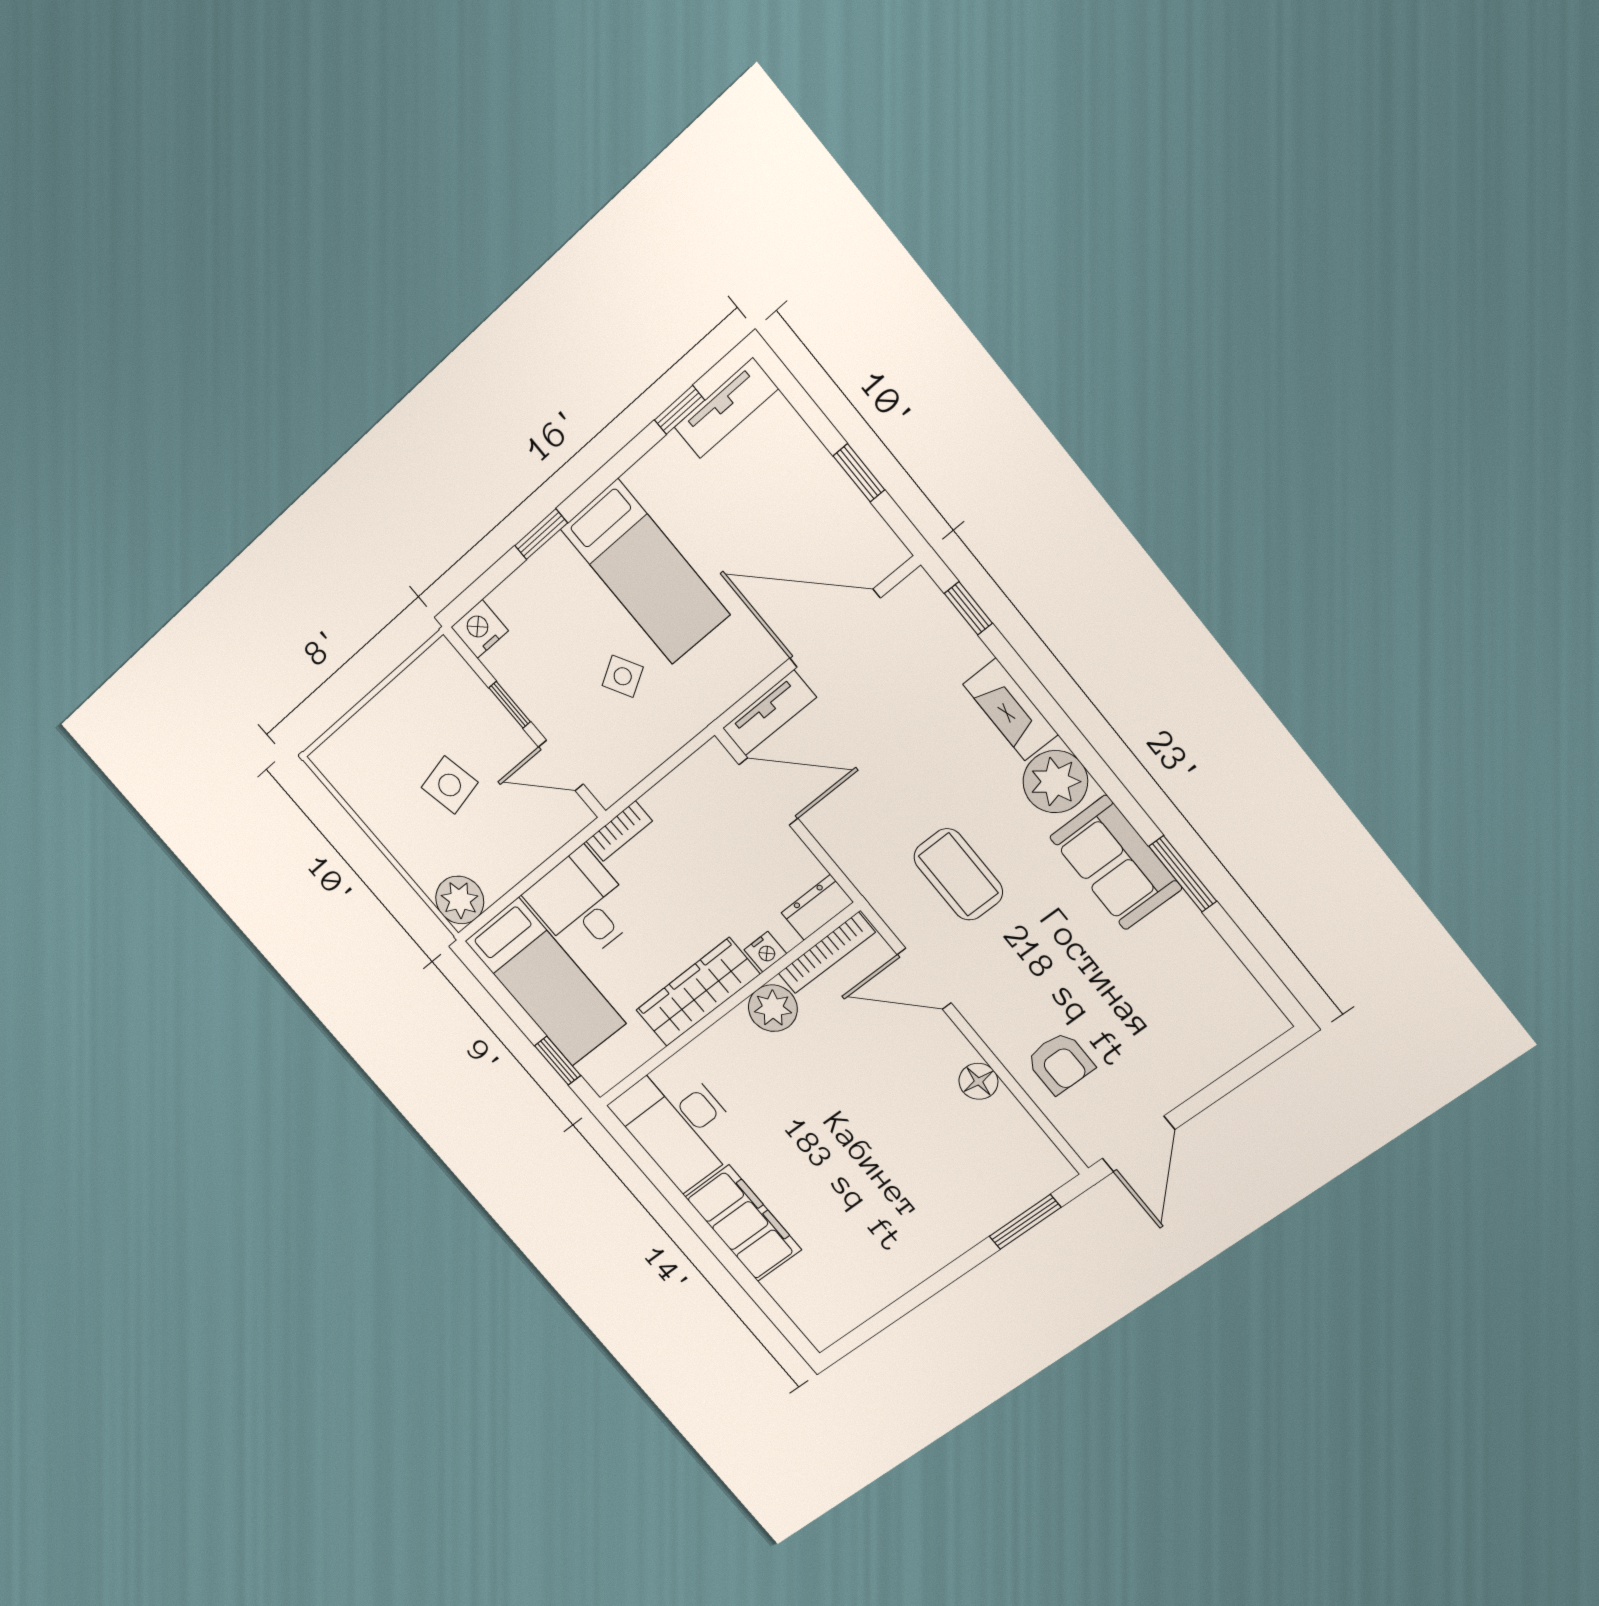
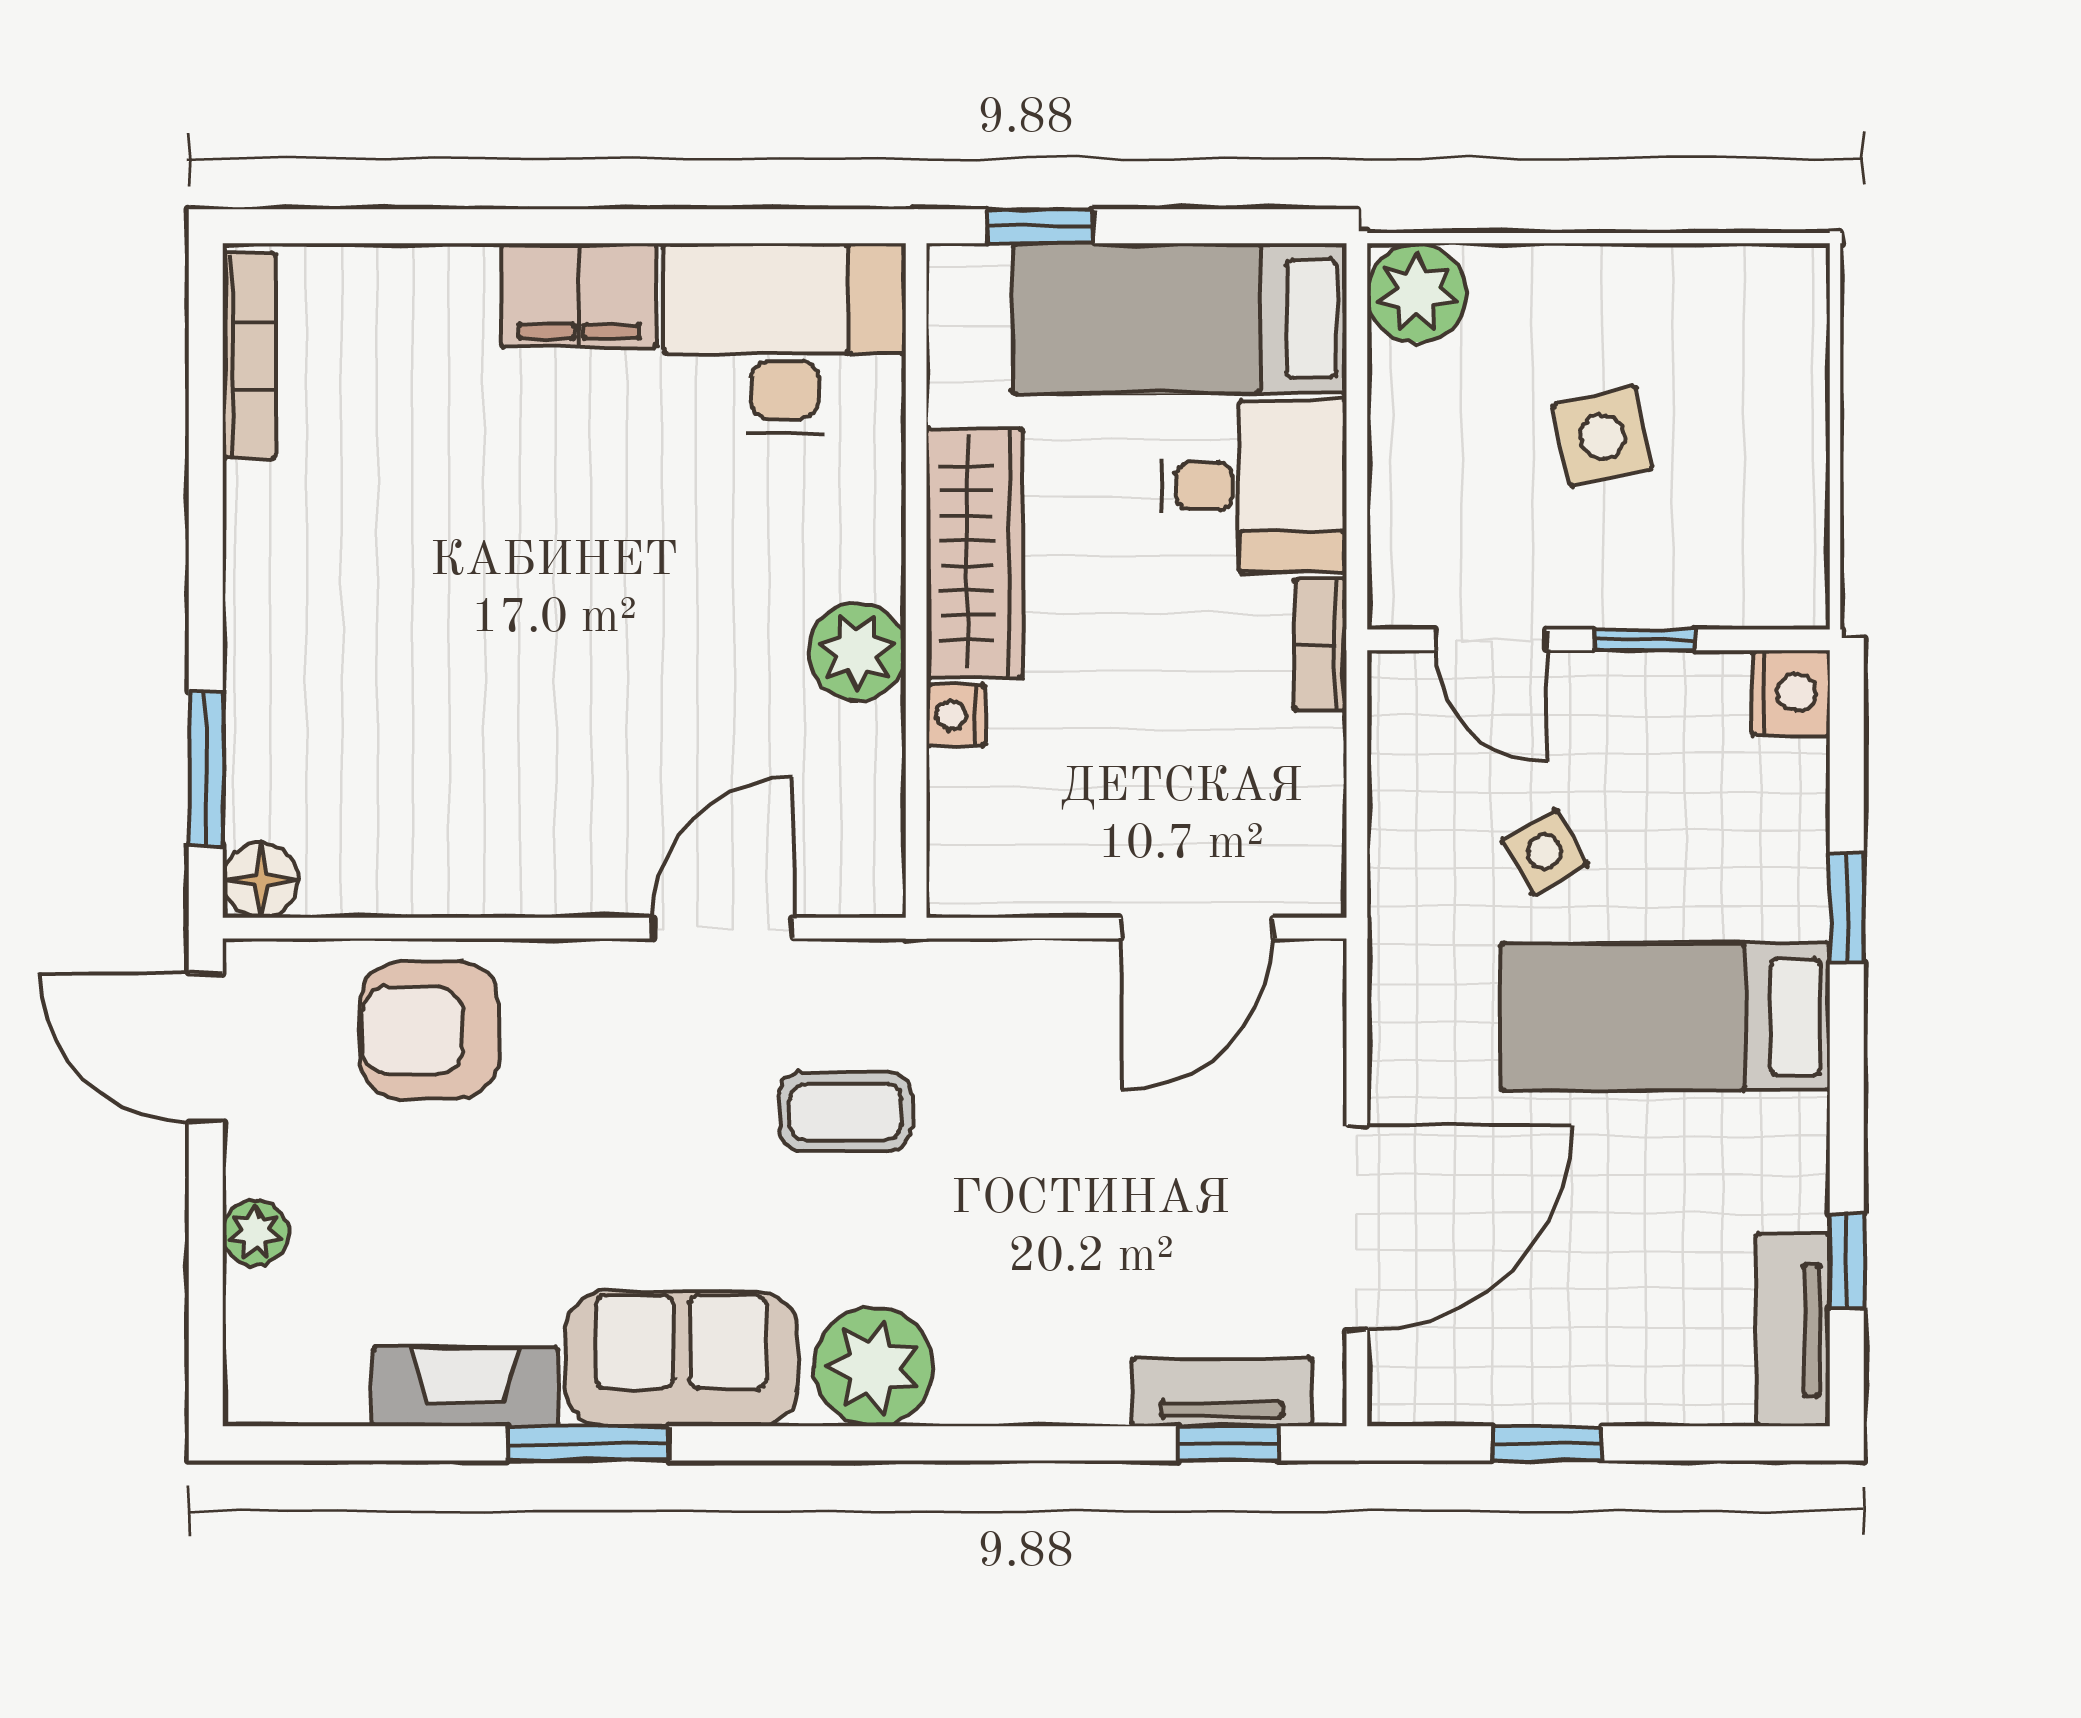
fireplace: (1011, 709) -> (465, 1387), moved
tv unit: (769, 713) -> (1222, 1392), moved, turned 90
door: (561, 766) -> (1491, 640), swing flipped
coffee table: (958, 874) -> (845, 1112), width x0.73, depth x0.77
dresser: (817, 907) -> (962, 855), removed
bookcase: (827, 953) -> (249, 355), moved, turned 180
armchair: (1060, 1063) -> (429, 1030), width x1.38, depth x1.38
plant: (1200, 1071) -> (256, 1233), added
floor lamp: (978, 1081) -> (261, 880), moved
filing cabinet: (743, 1223) -> (579, 295), width x0.67, depth x0.86

